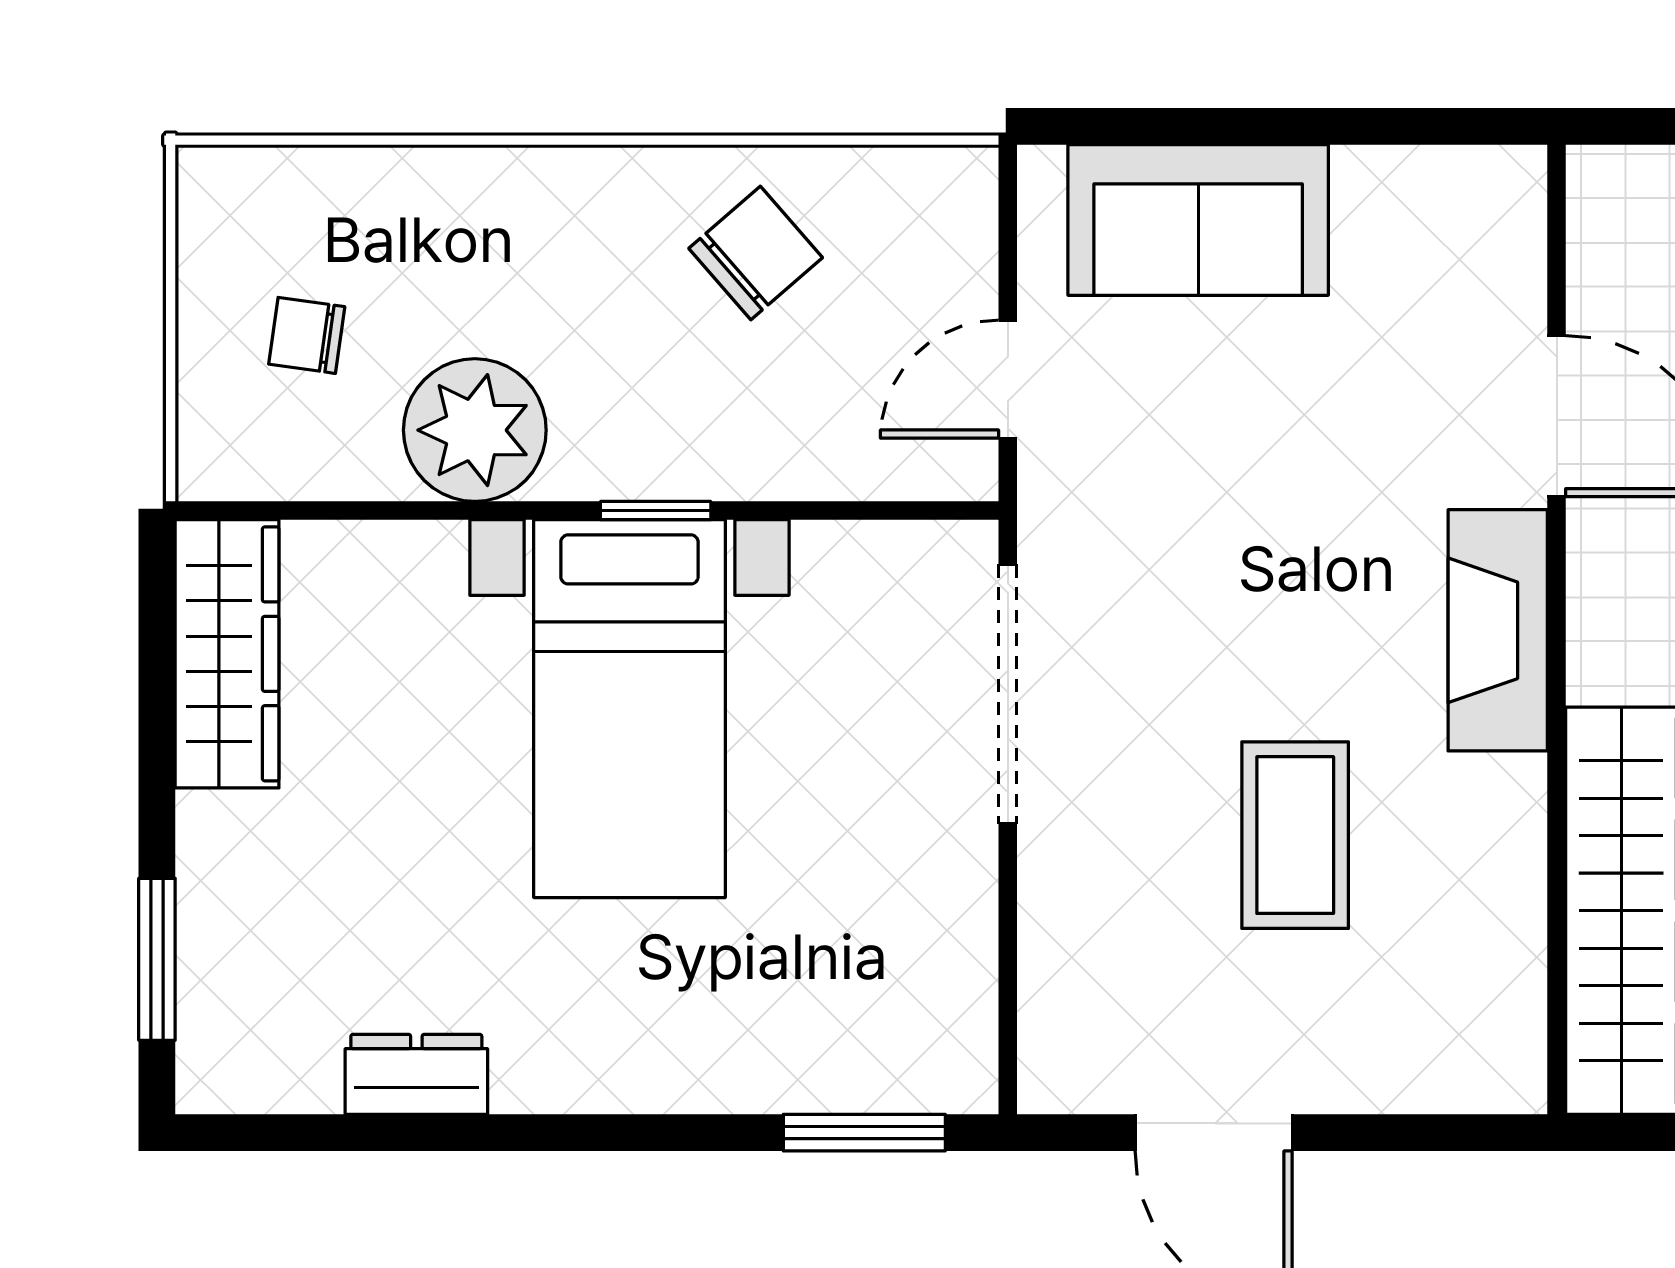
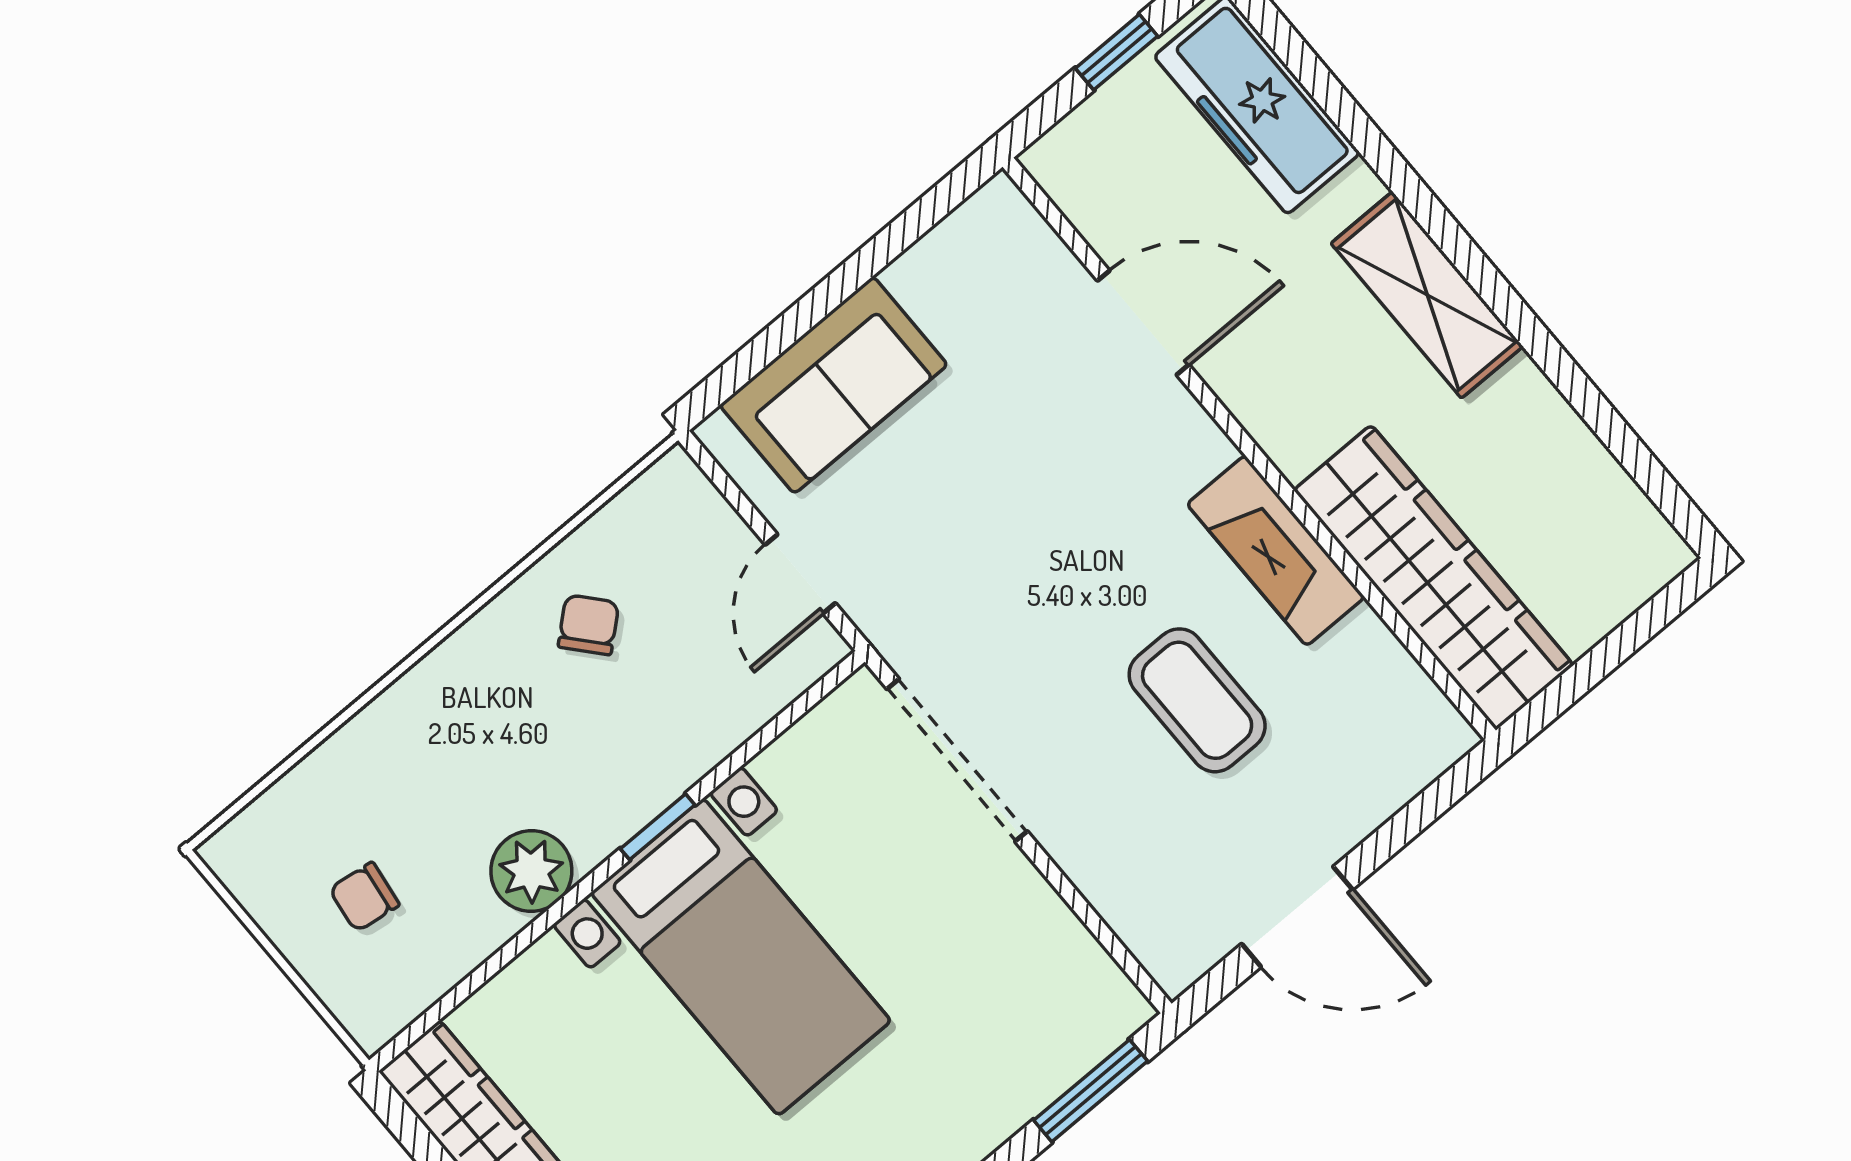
chair: (756, 253) -> (588, 625), width x0.73, depth x0.73
plant: (475, 430) -> (531, 871), width x0.73, depth x0.73
fireplace: (1498, 630) -> (1276, 551), moved

